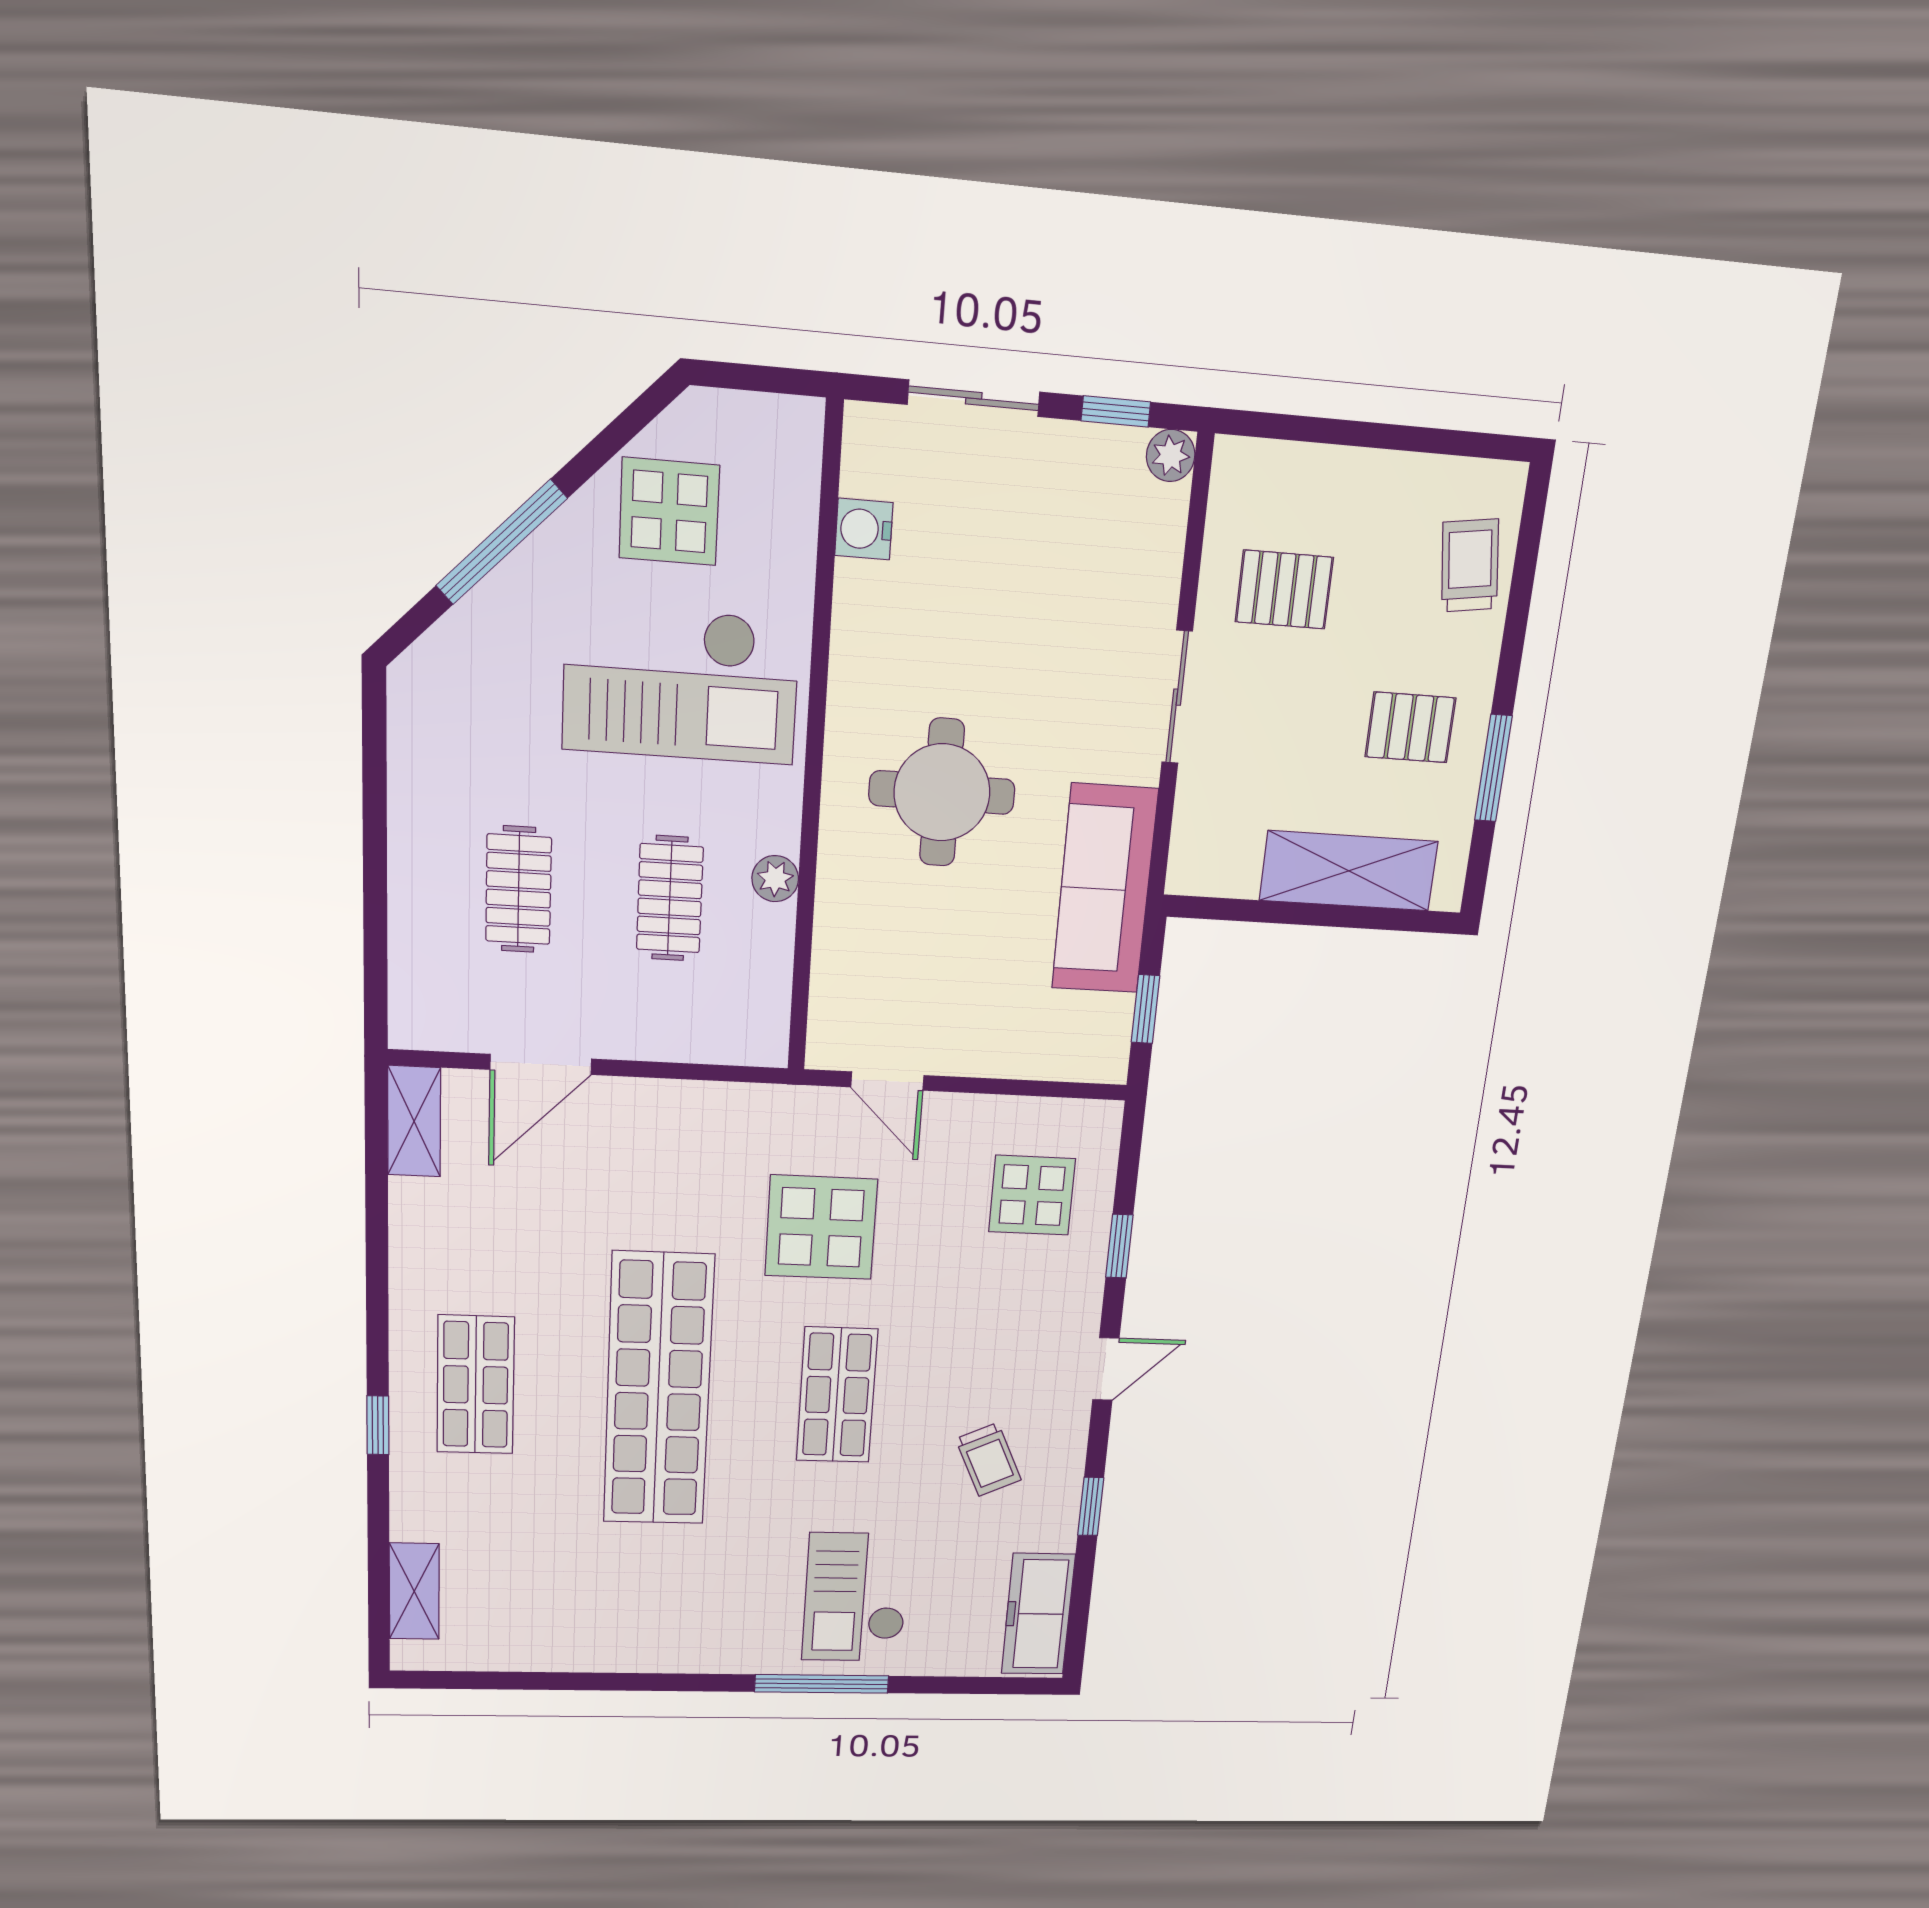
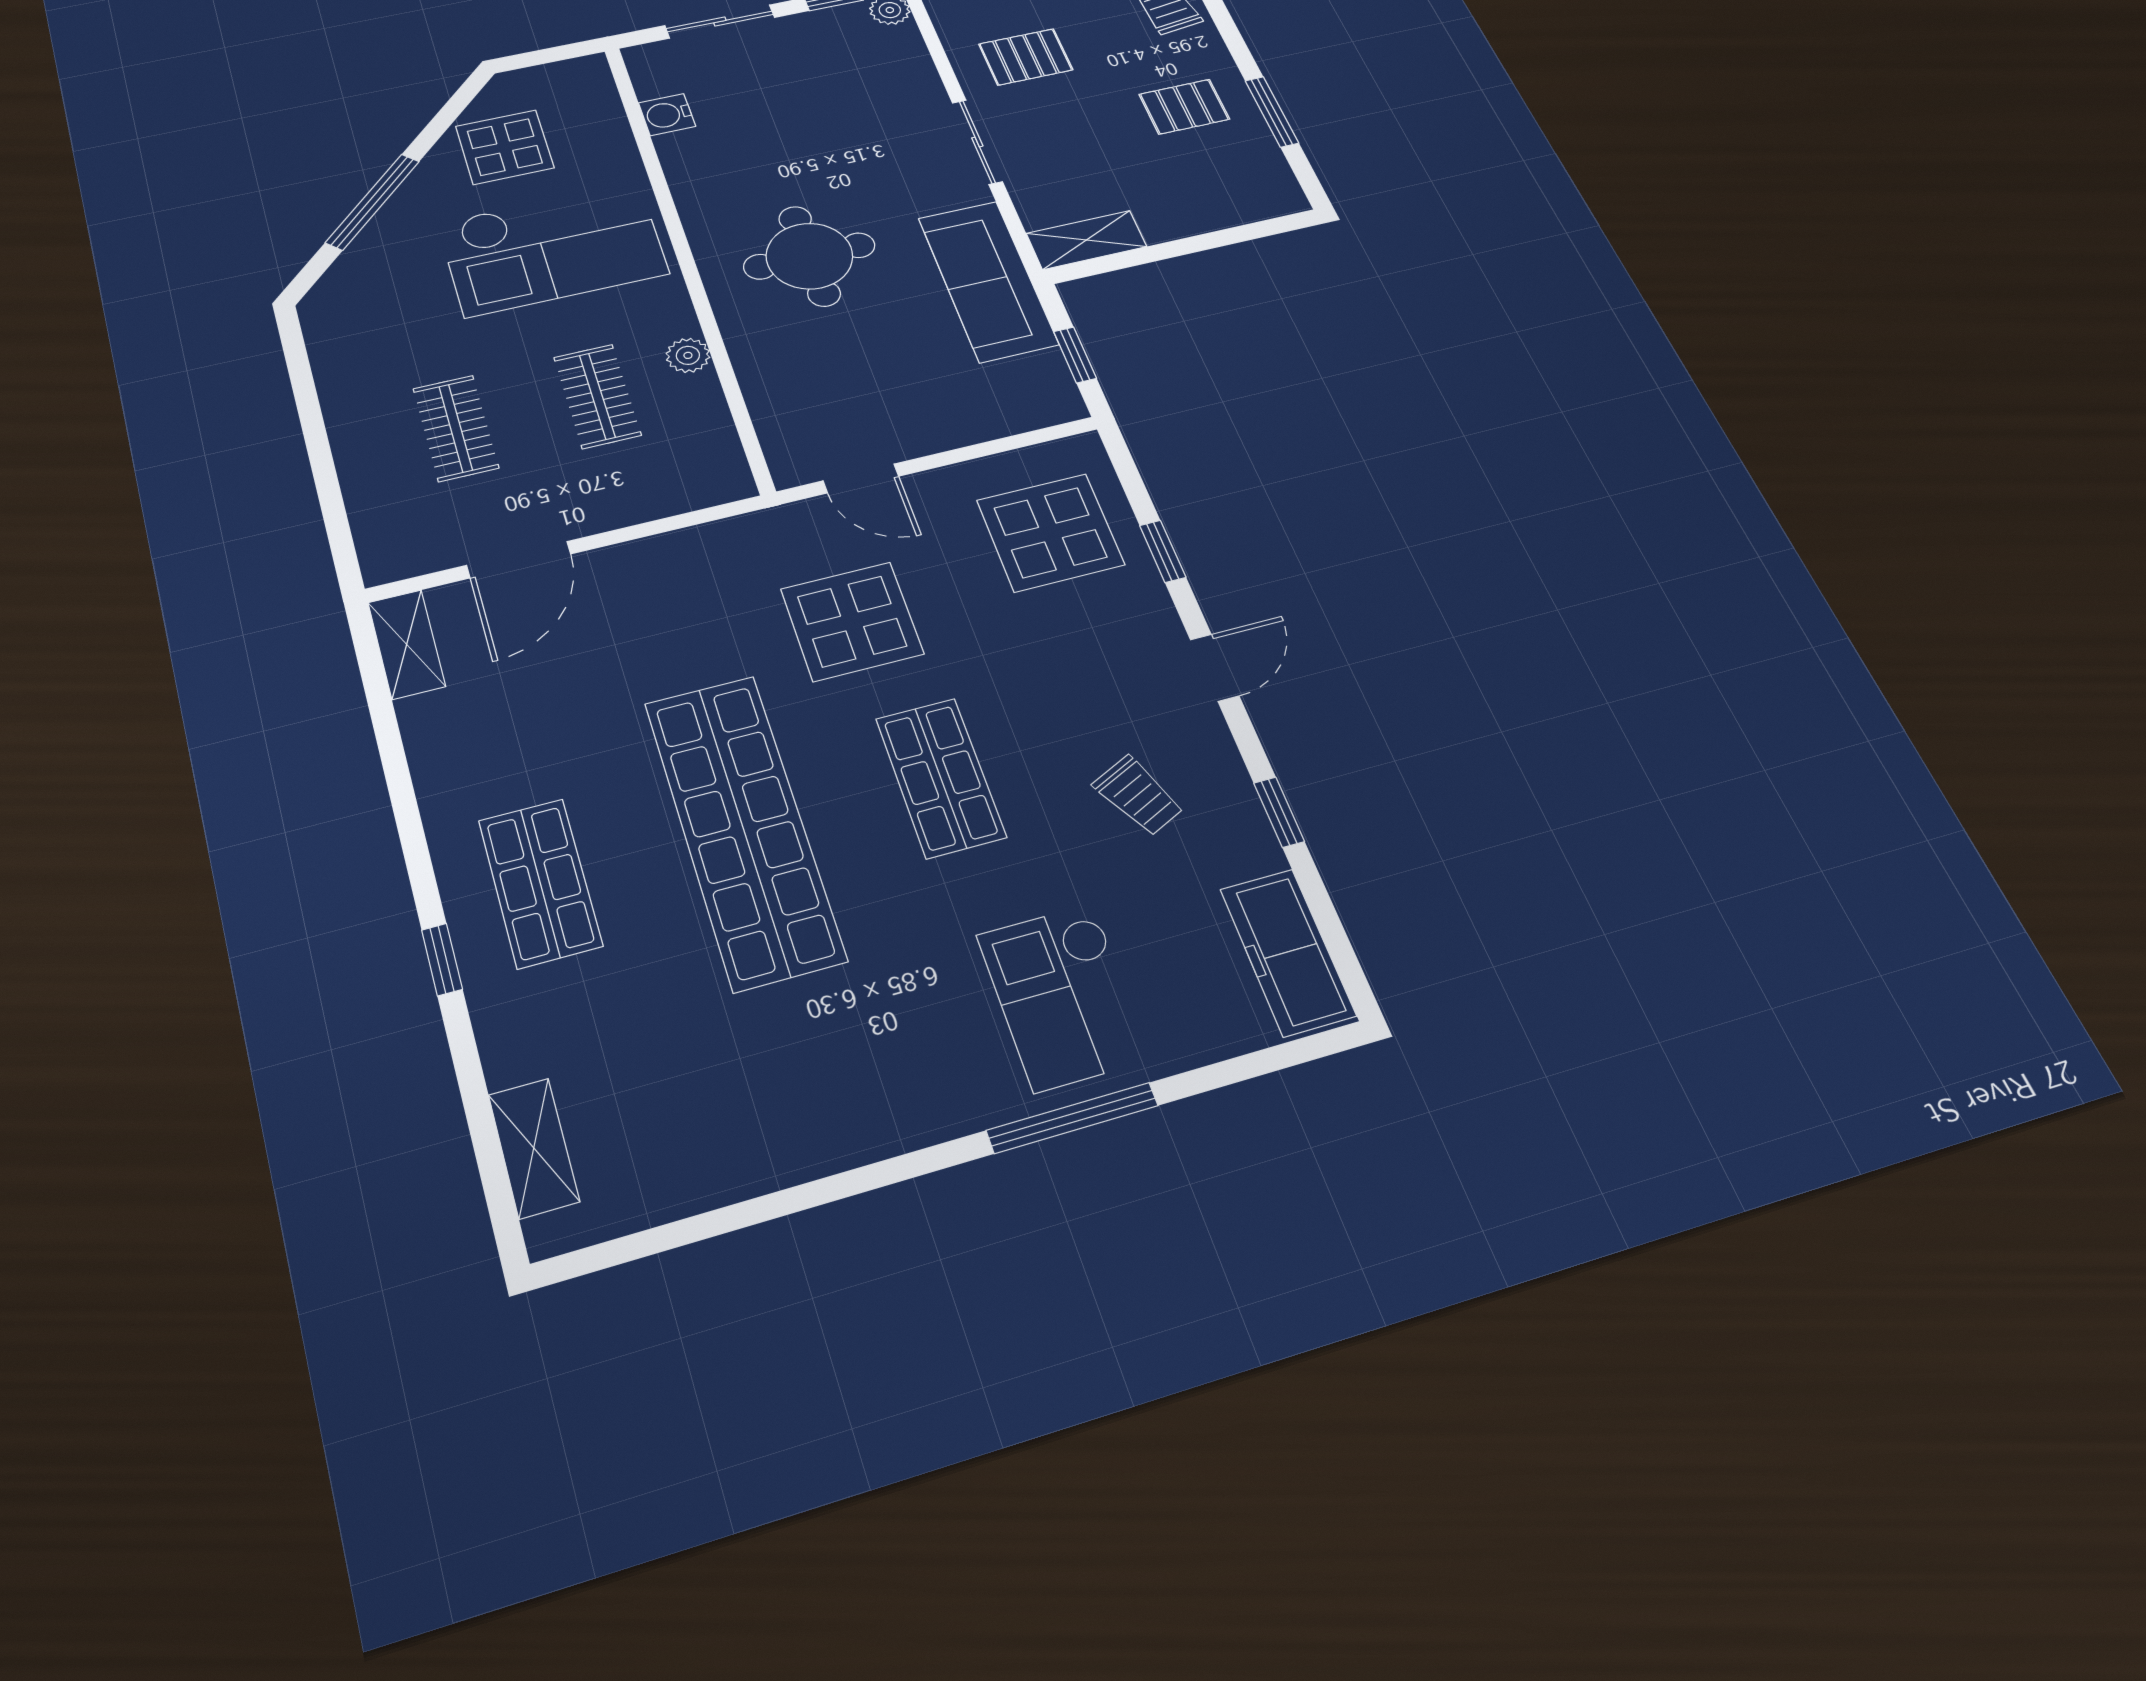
shelving: (1349, 871) -> (1086, 240), moved, width x0.67, depth x0.75
display table: (1032, 1195) -> (1050, 532), width x1.36, depth x1.36

